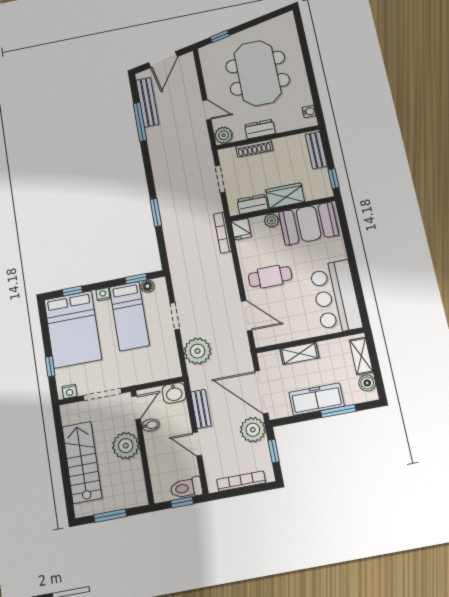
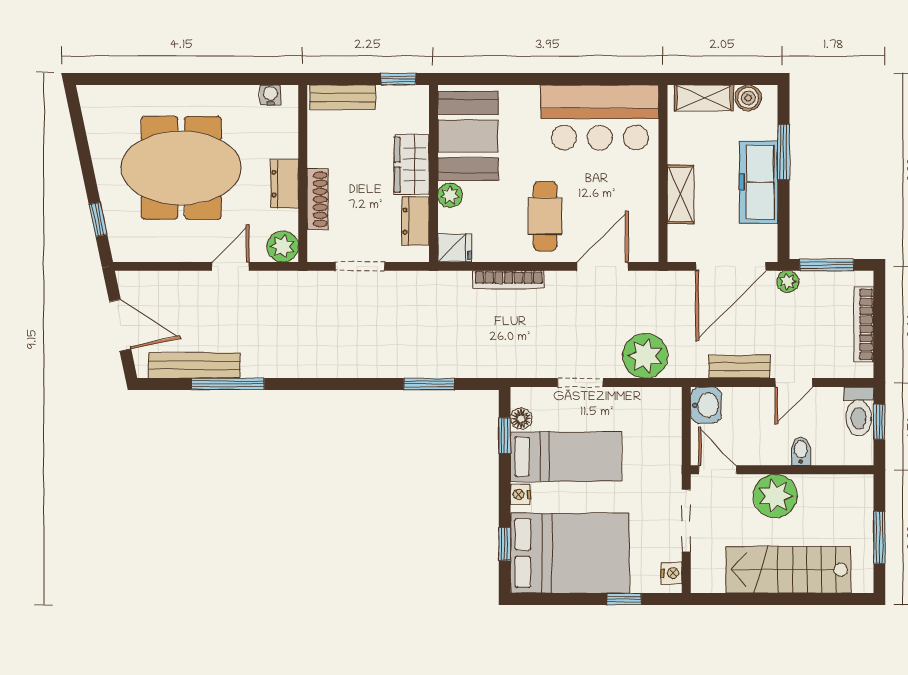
window: (156, 212) -> (429, 384), moved
bookcase: (222, 233) -> (509, 280), moved
bidet: (151, 425) -> (801, 451), moved
plant: (253, 430) -> (788, 282), width x0.53, depth x0.53
window: (274, 451) -> (827, 265), width x1.50

